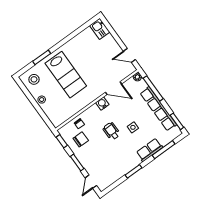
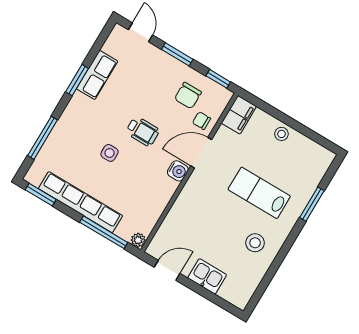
kitchen sink: (100, 29) -> (207, 276), moved
lab bench: (66, 75) -> (259, 193), width x0.73, depth x0.72
stool: (34, 79) -> (255, 243), moved
door: (113, 88) -> (201, 153), moved
filing cabinet: (59, 119) -> (239, 115), added
row of seats: (149, 150) -> (97, 75), moved

